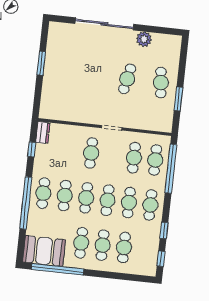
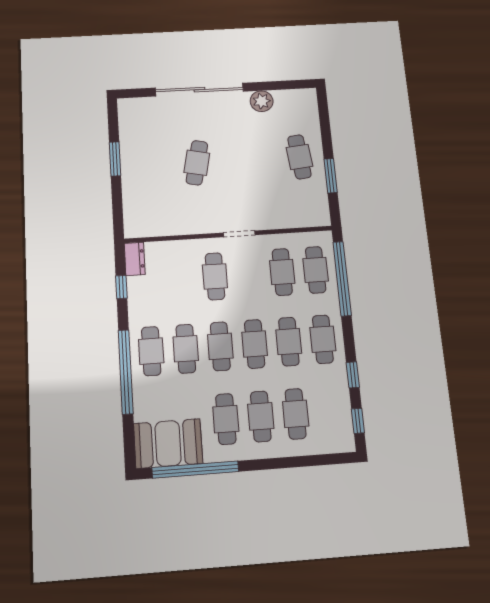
cafe table: (127, 79) -> (197, 163), moved

